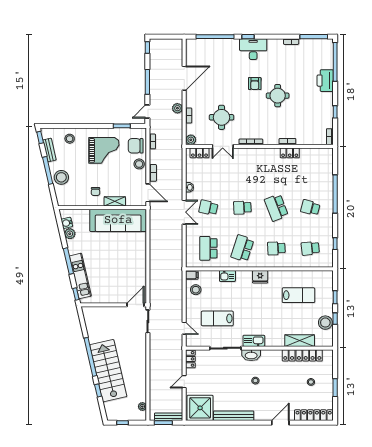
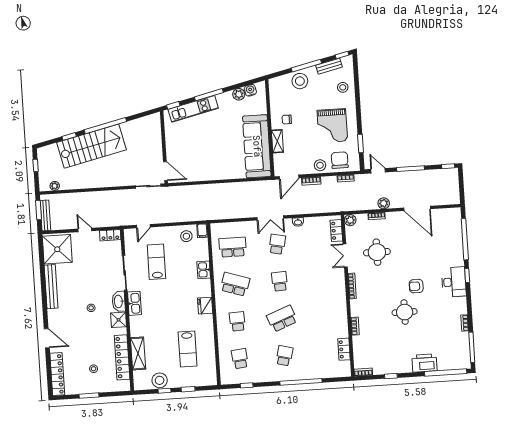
locker: (290, 153) -> (344, 349), moved
shower: (268, 356) -> (119, 320), added

